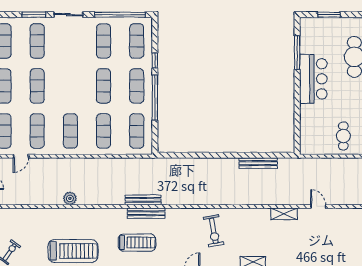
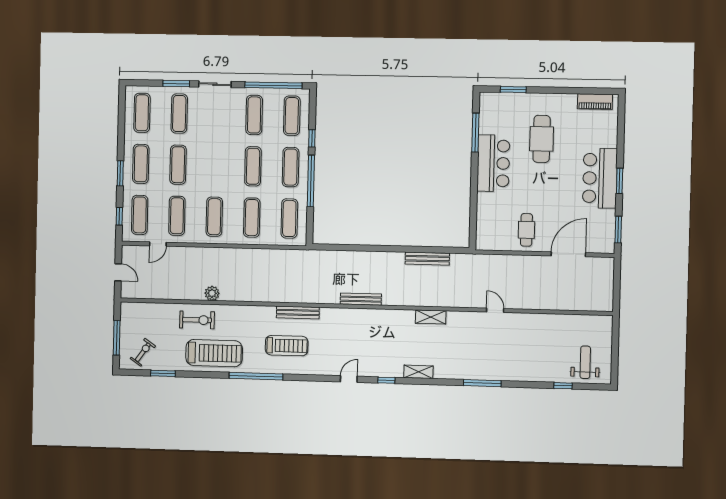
bench: (143, 200) -> (361, 299), moved
shelving: (284, 214) -> (431, 317), moved
exercise bike: (214, 231) -> (197, 320), moved, turned -80

